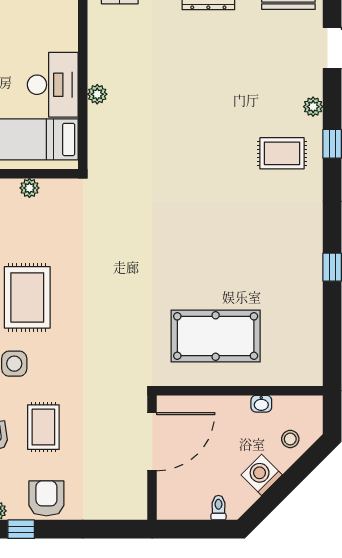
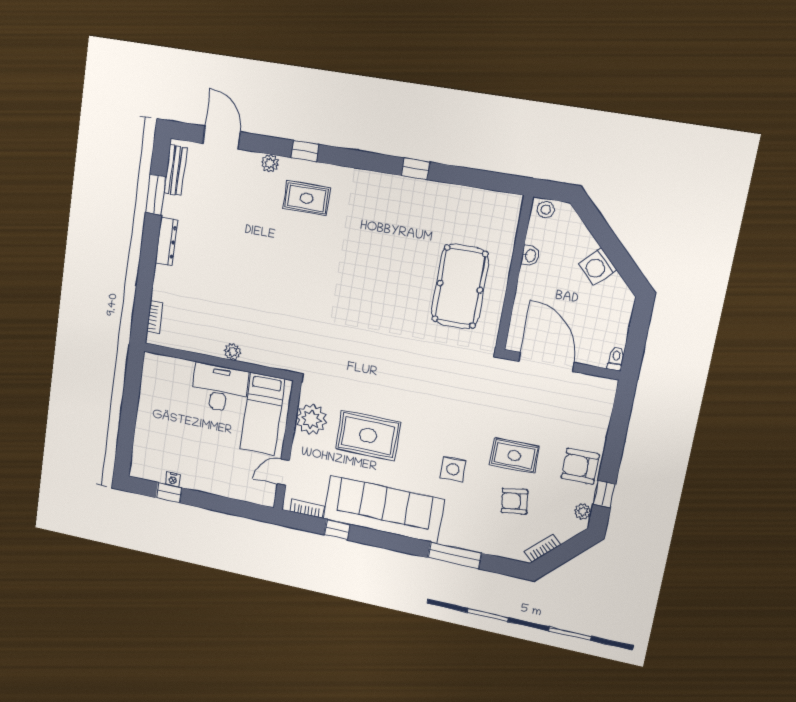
rug: (282, 153) -> (307, 198), turned 90
plant: (29, 188) -> (311, 419), width x1.88, depth x1.88
rug: (27, 297) -> (368, 435), moved
stool: (290, 439) -> (546, 210), moved
toilet: (218, 508) -> (616, 359), moved, turned 90

